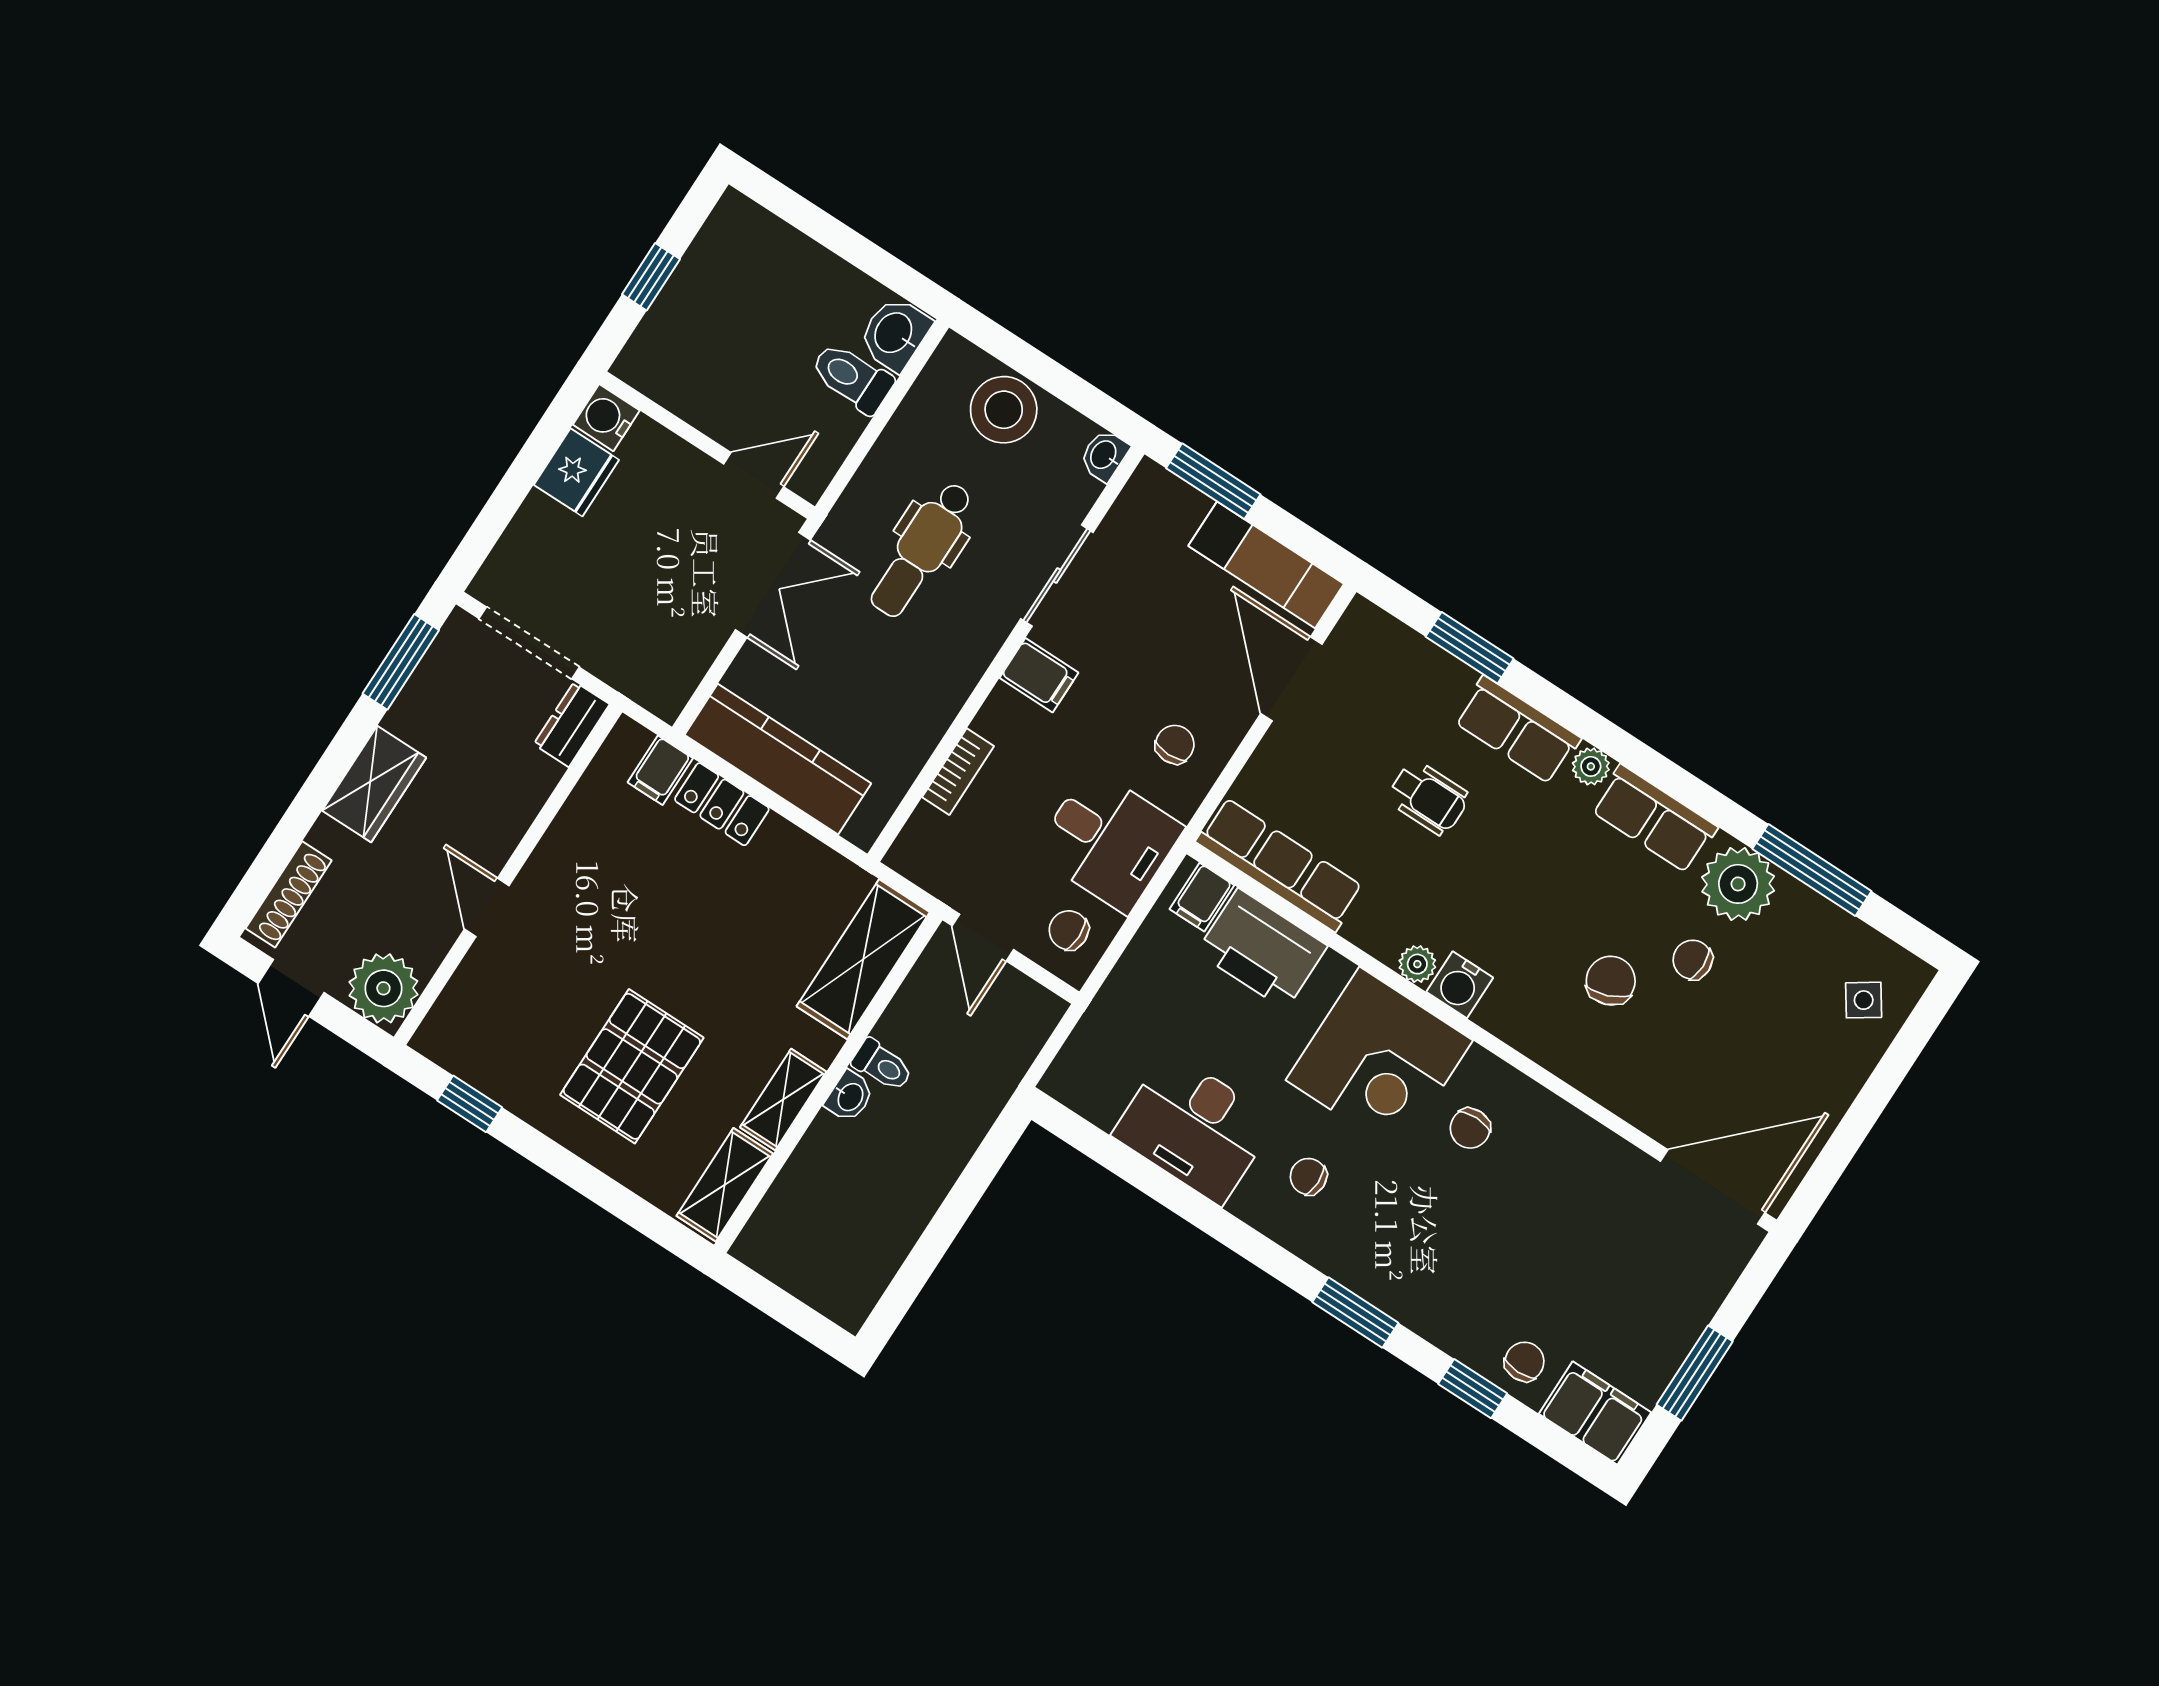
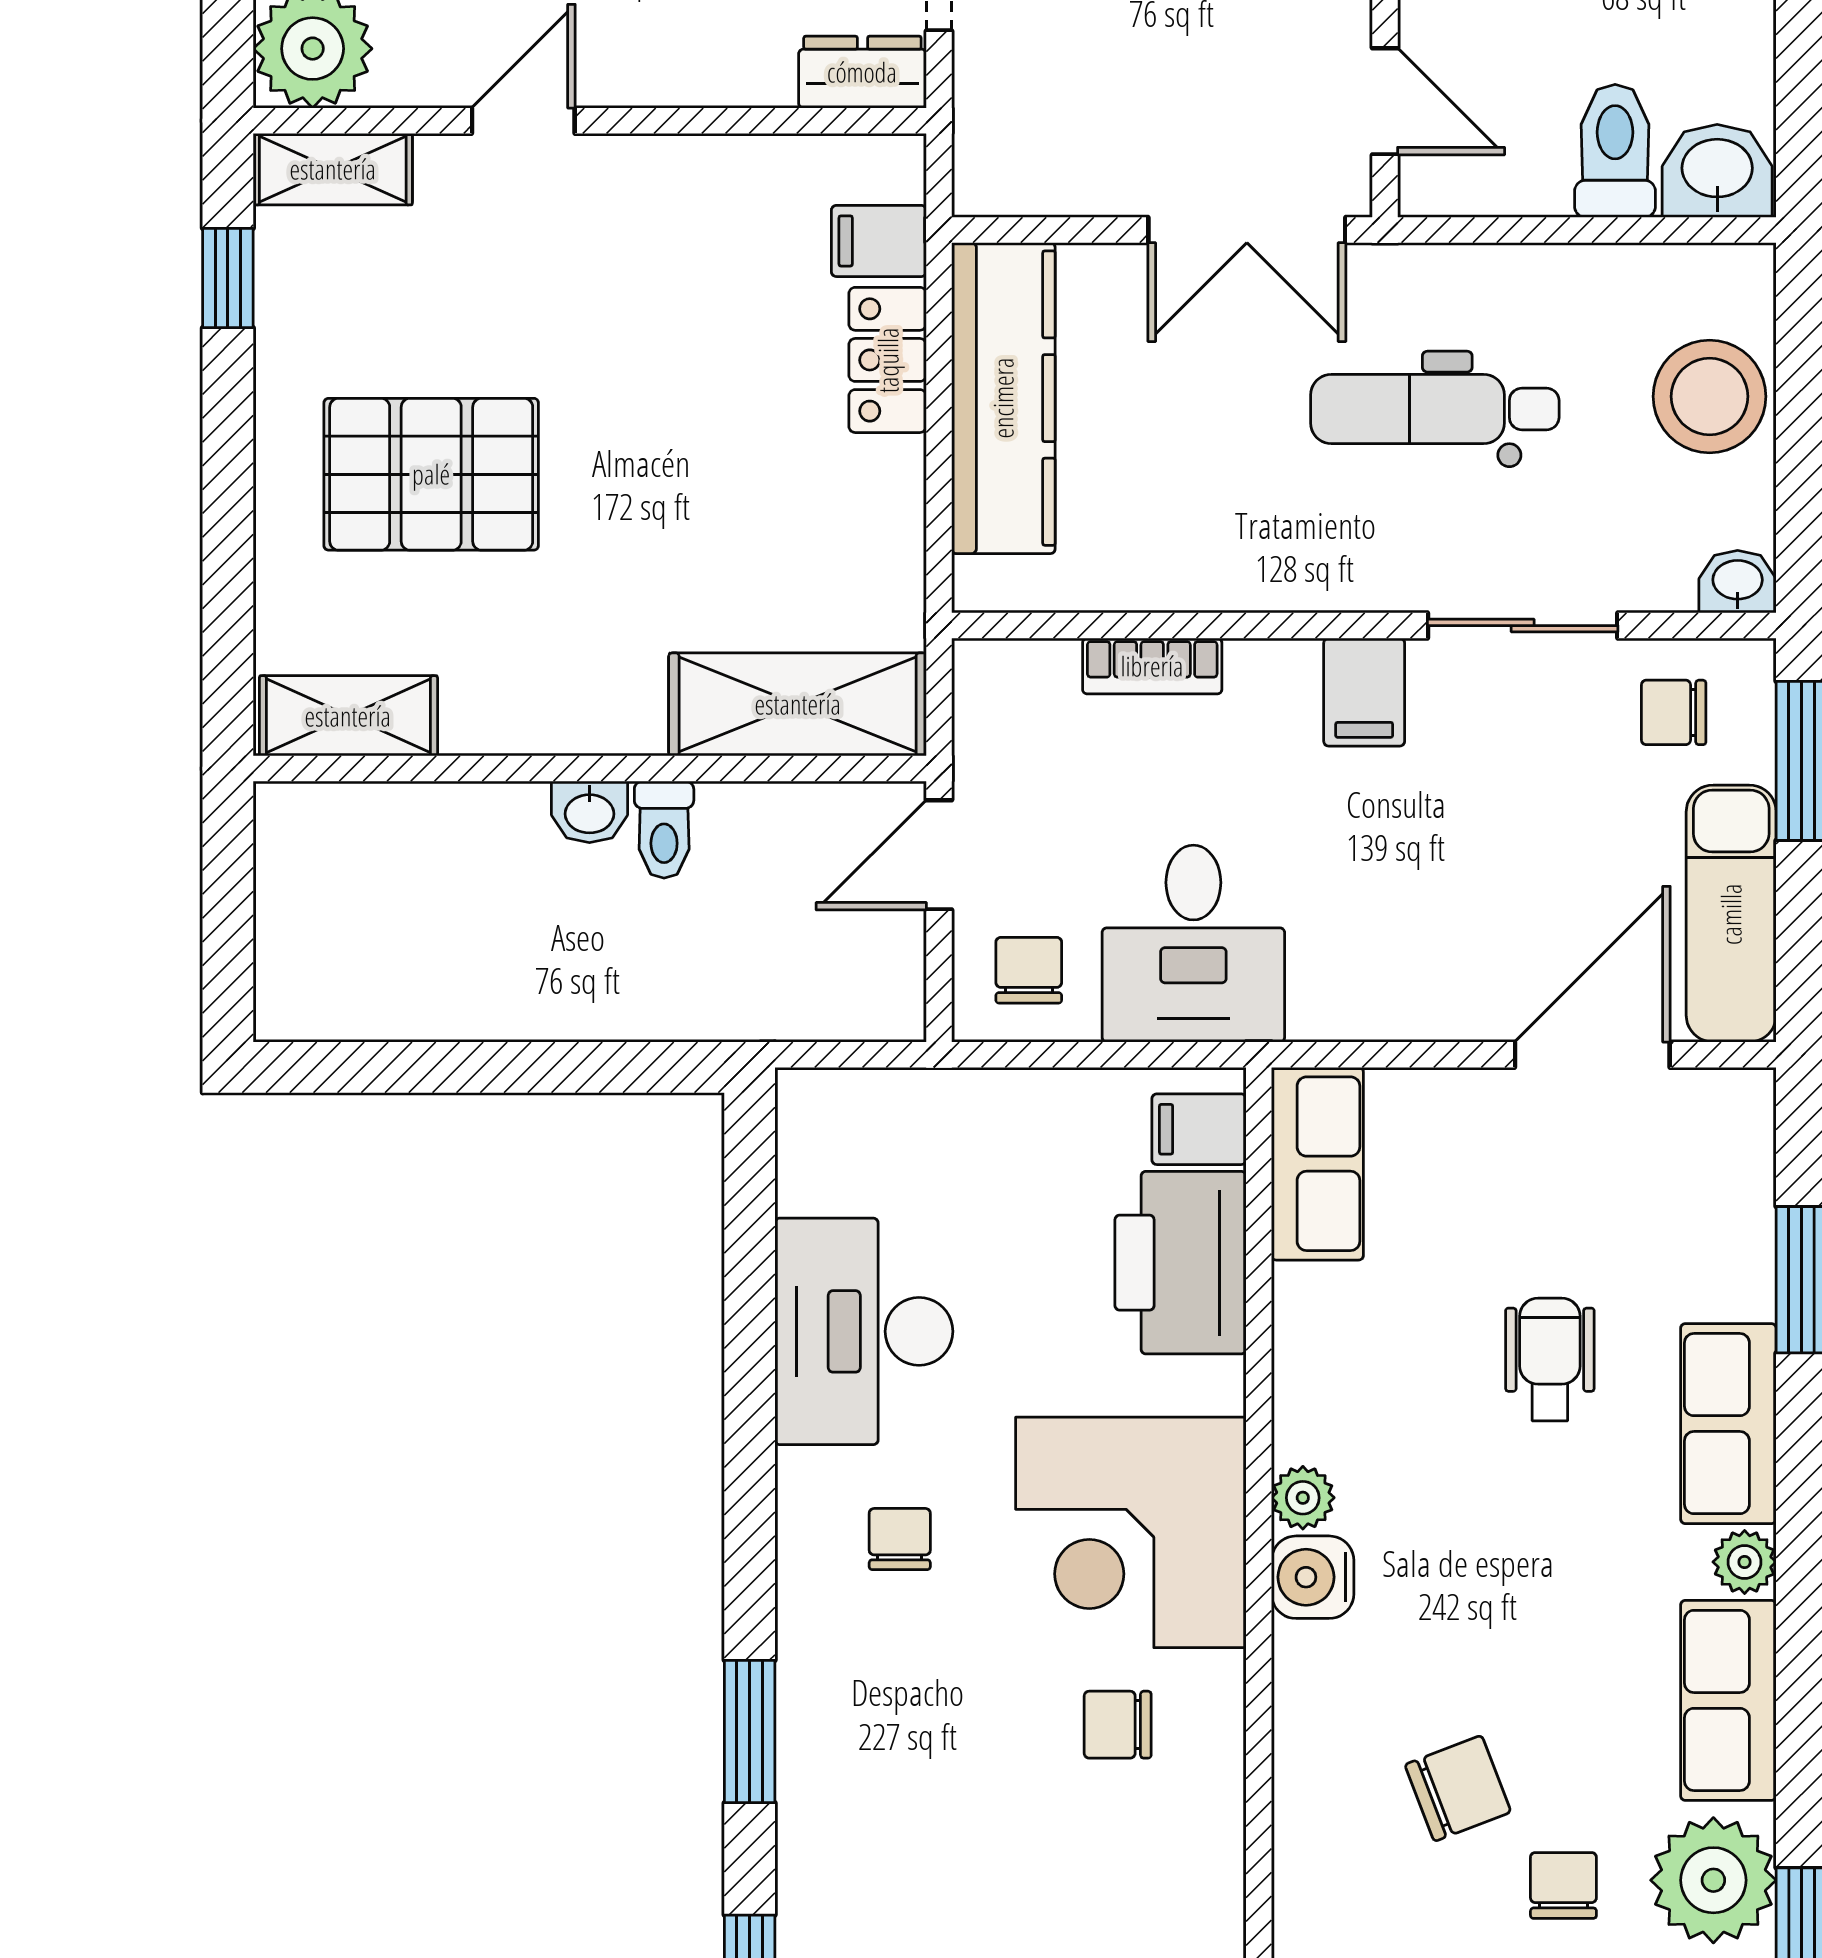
chair: (1175, 744) -> (1674, 712), moved, turned 180
wheelchair: (1428, 798) -> (1550, 1360), turned 180
row of seats: (1280, 864) -> (1317, 1164), width x0.68
shelving: (783, 1099) -> (333, 169), moved

